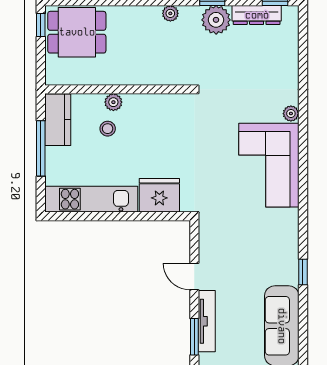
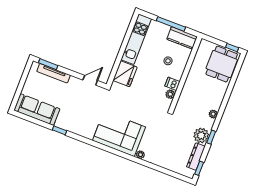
plant: (113, 102) -> (170, 94), moved
dishwasher: (145, 105) -> (172, 84), added
door: (194, 277) -> (90, 80), moved

